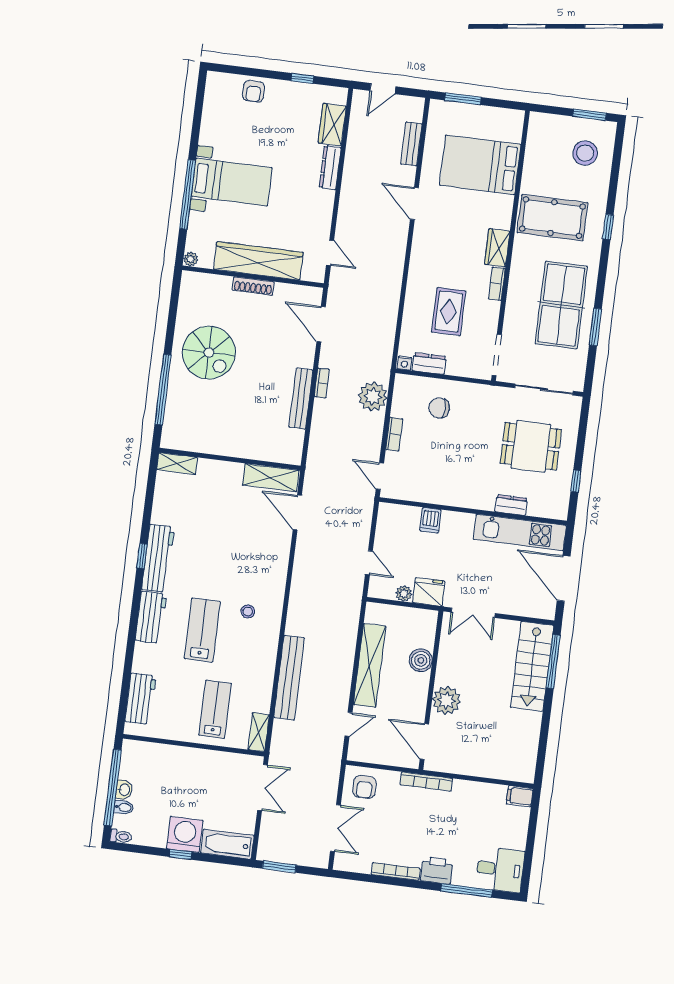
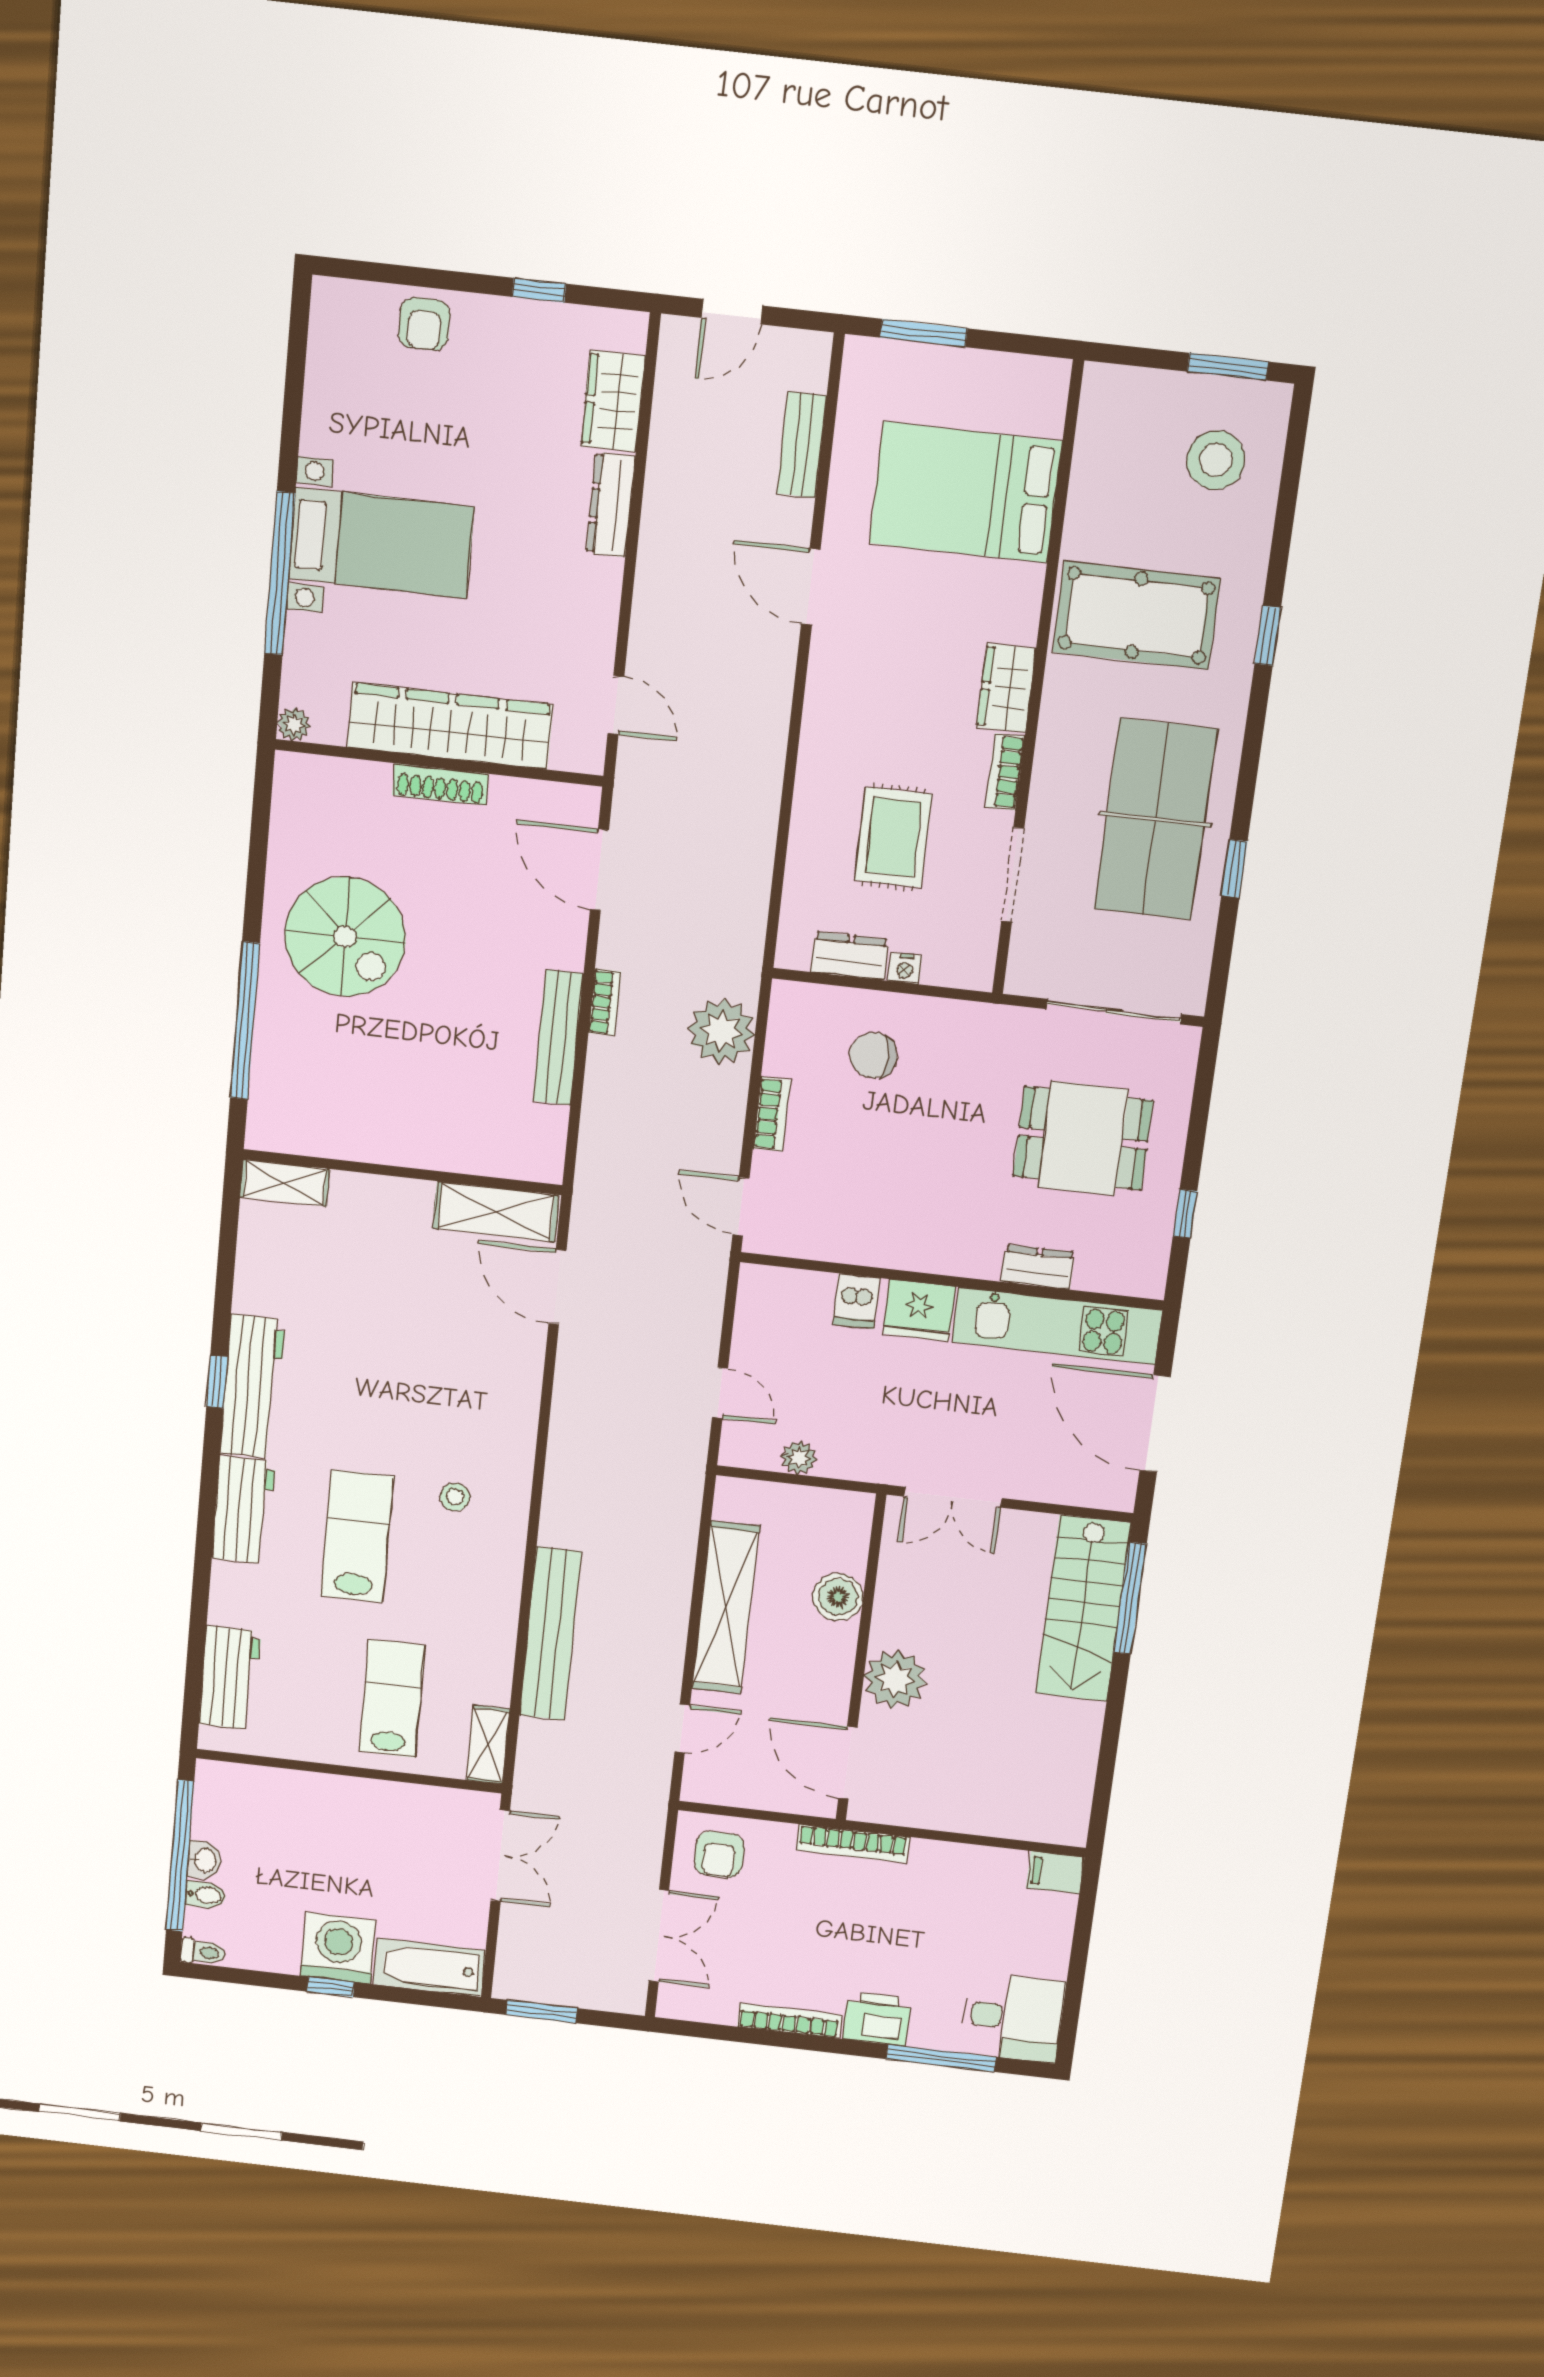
window: (595, 327) -> (1234, 869), width x0.67
doorway: (497, 355) -> (1013, 875), moved
nightstand: (404, 363) -> (905, 968), moved
fridge: (429, 592) -> (919, 1310), moved, turned 180

